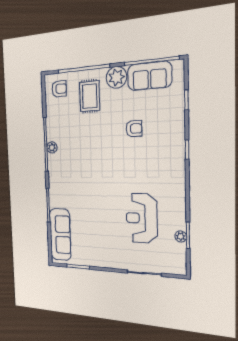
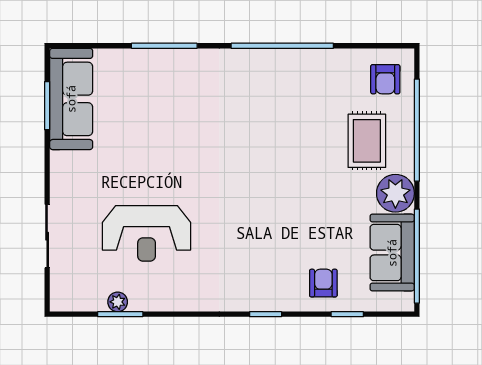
rug: (90, 96) -> (367, 141), turned 90
armchair: (134, 129) -> (323, 283), moved, turned 180
plant: (52, 147) -> (276, 59), removed
reception desk: (142, 218) -> (147, 233), turned 180
sofa: (60, 234) -> (71, 99), moved, turned -90

